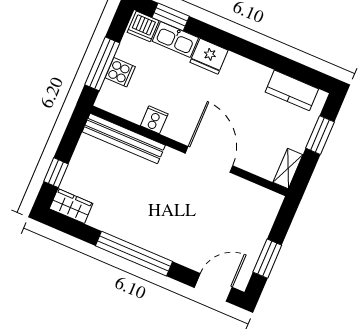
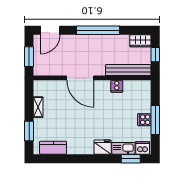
cooker: (154, 120) -> (117, 86), moved
bench: (124, 138) -> (128, 70), moved
wall: (189, 151) -> (92, 78), moved
door: (209, 159) -> (80, 78), moved

